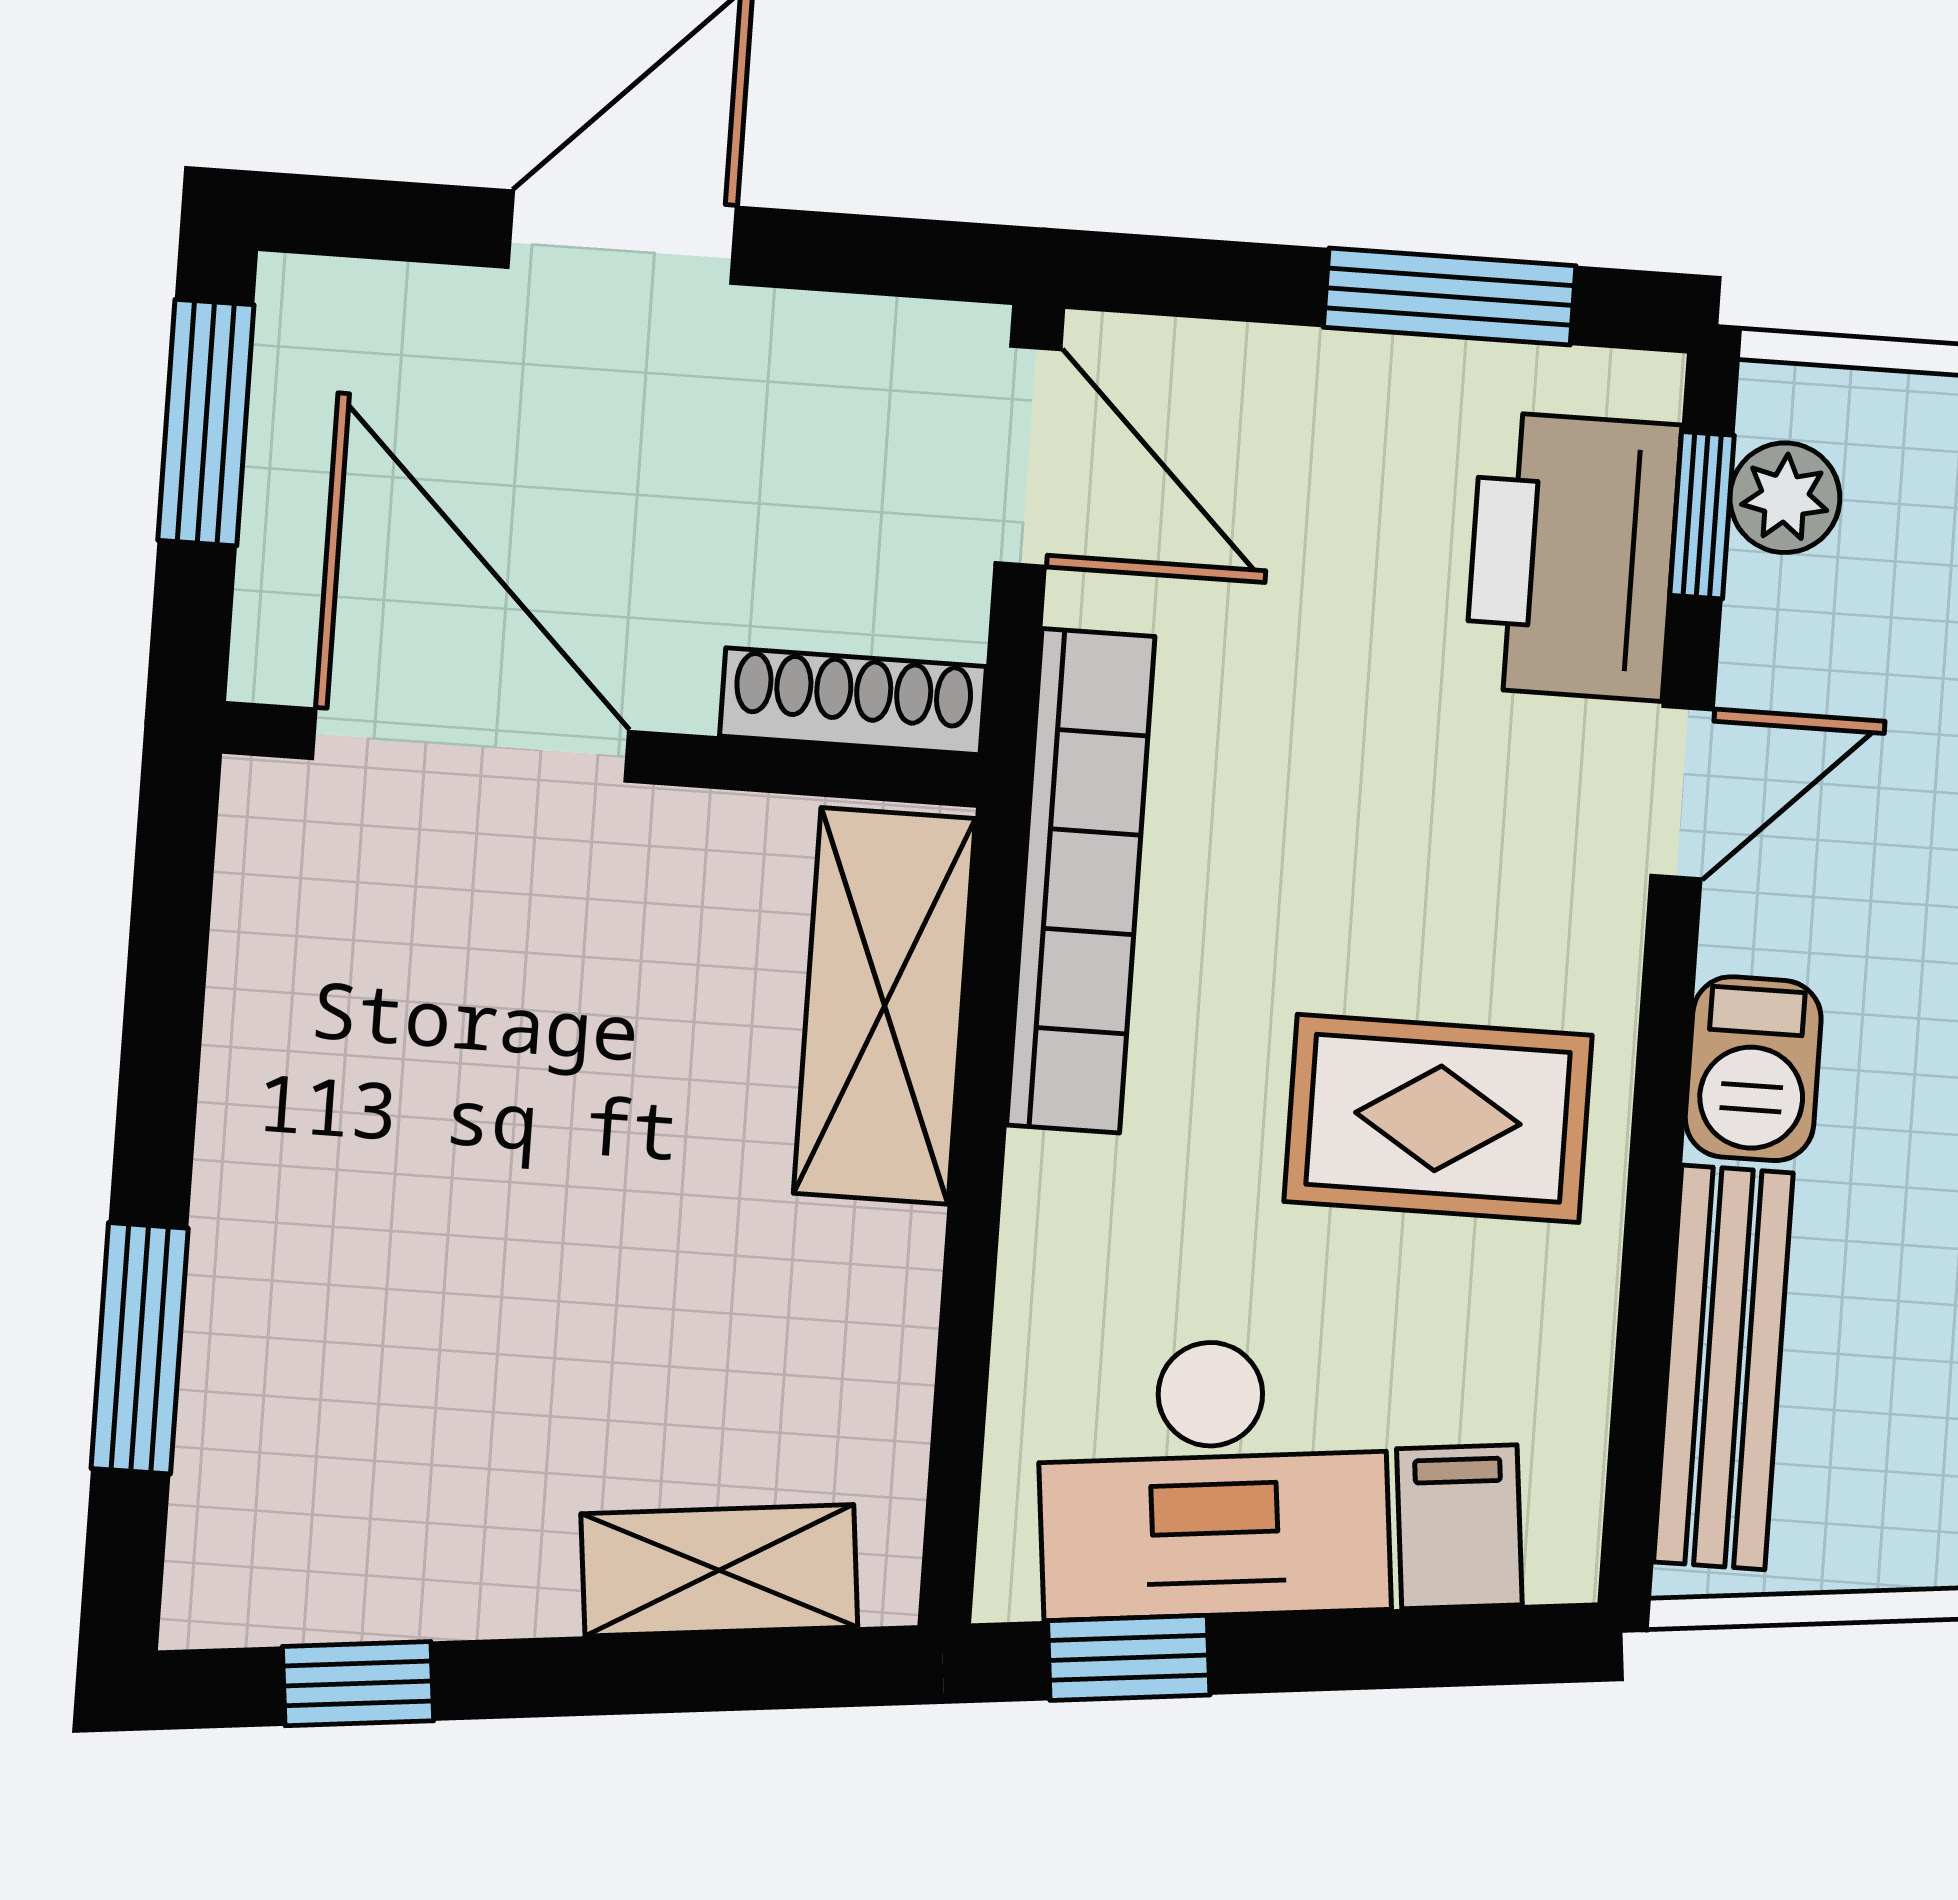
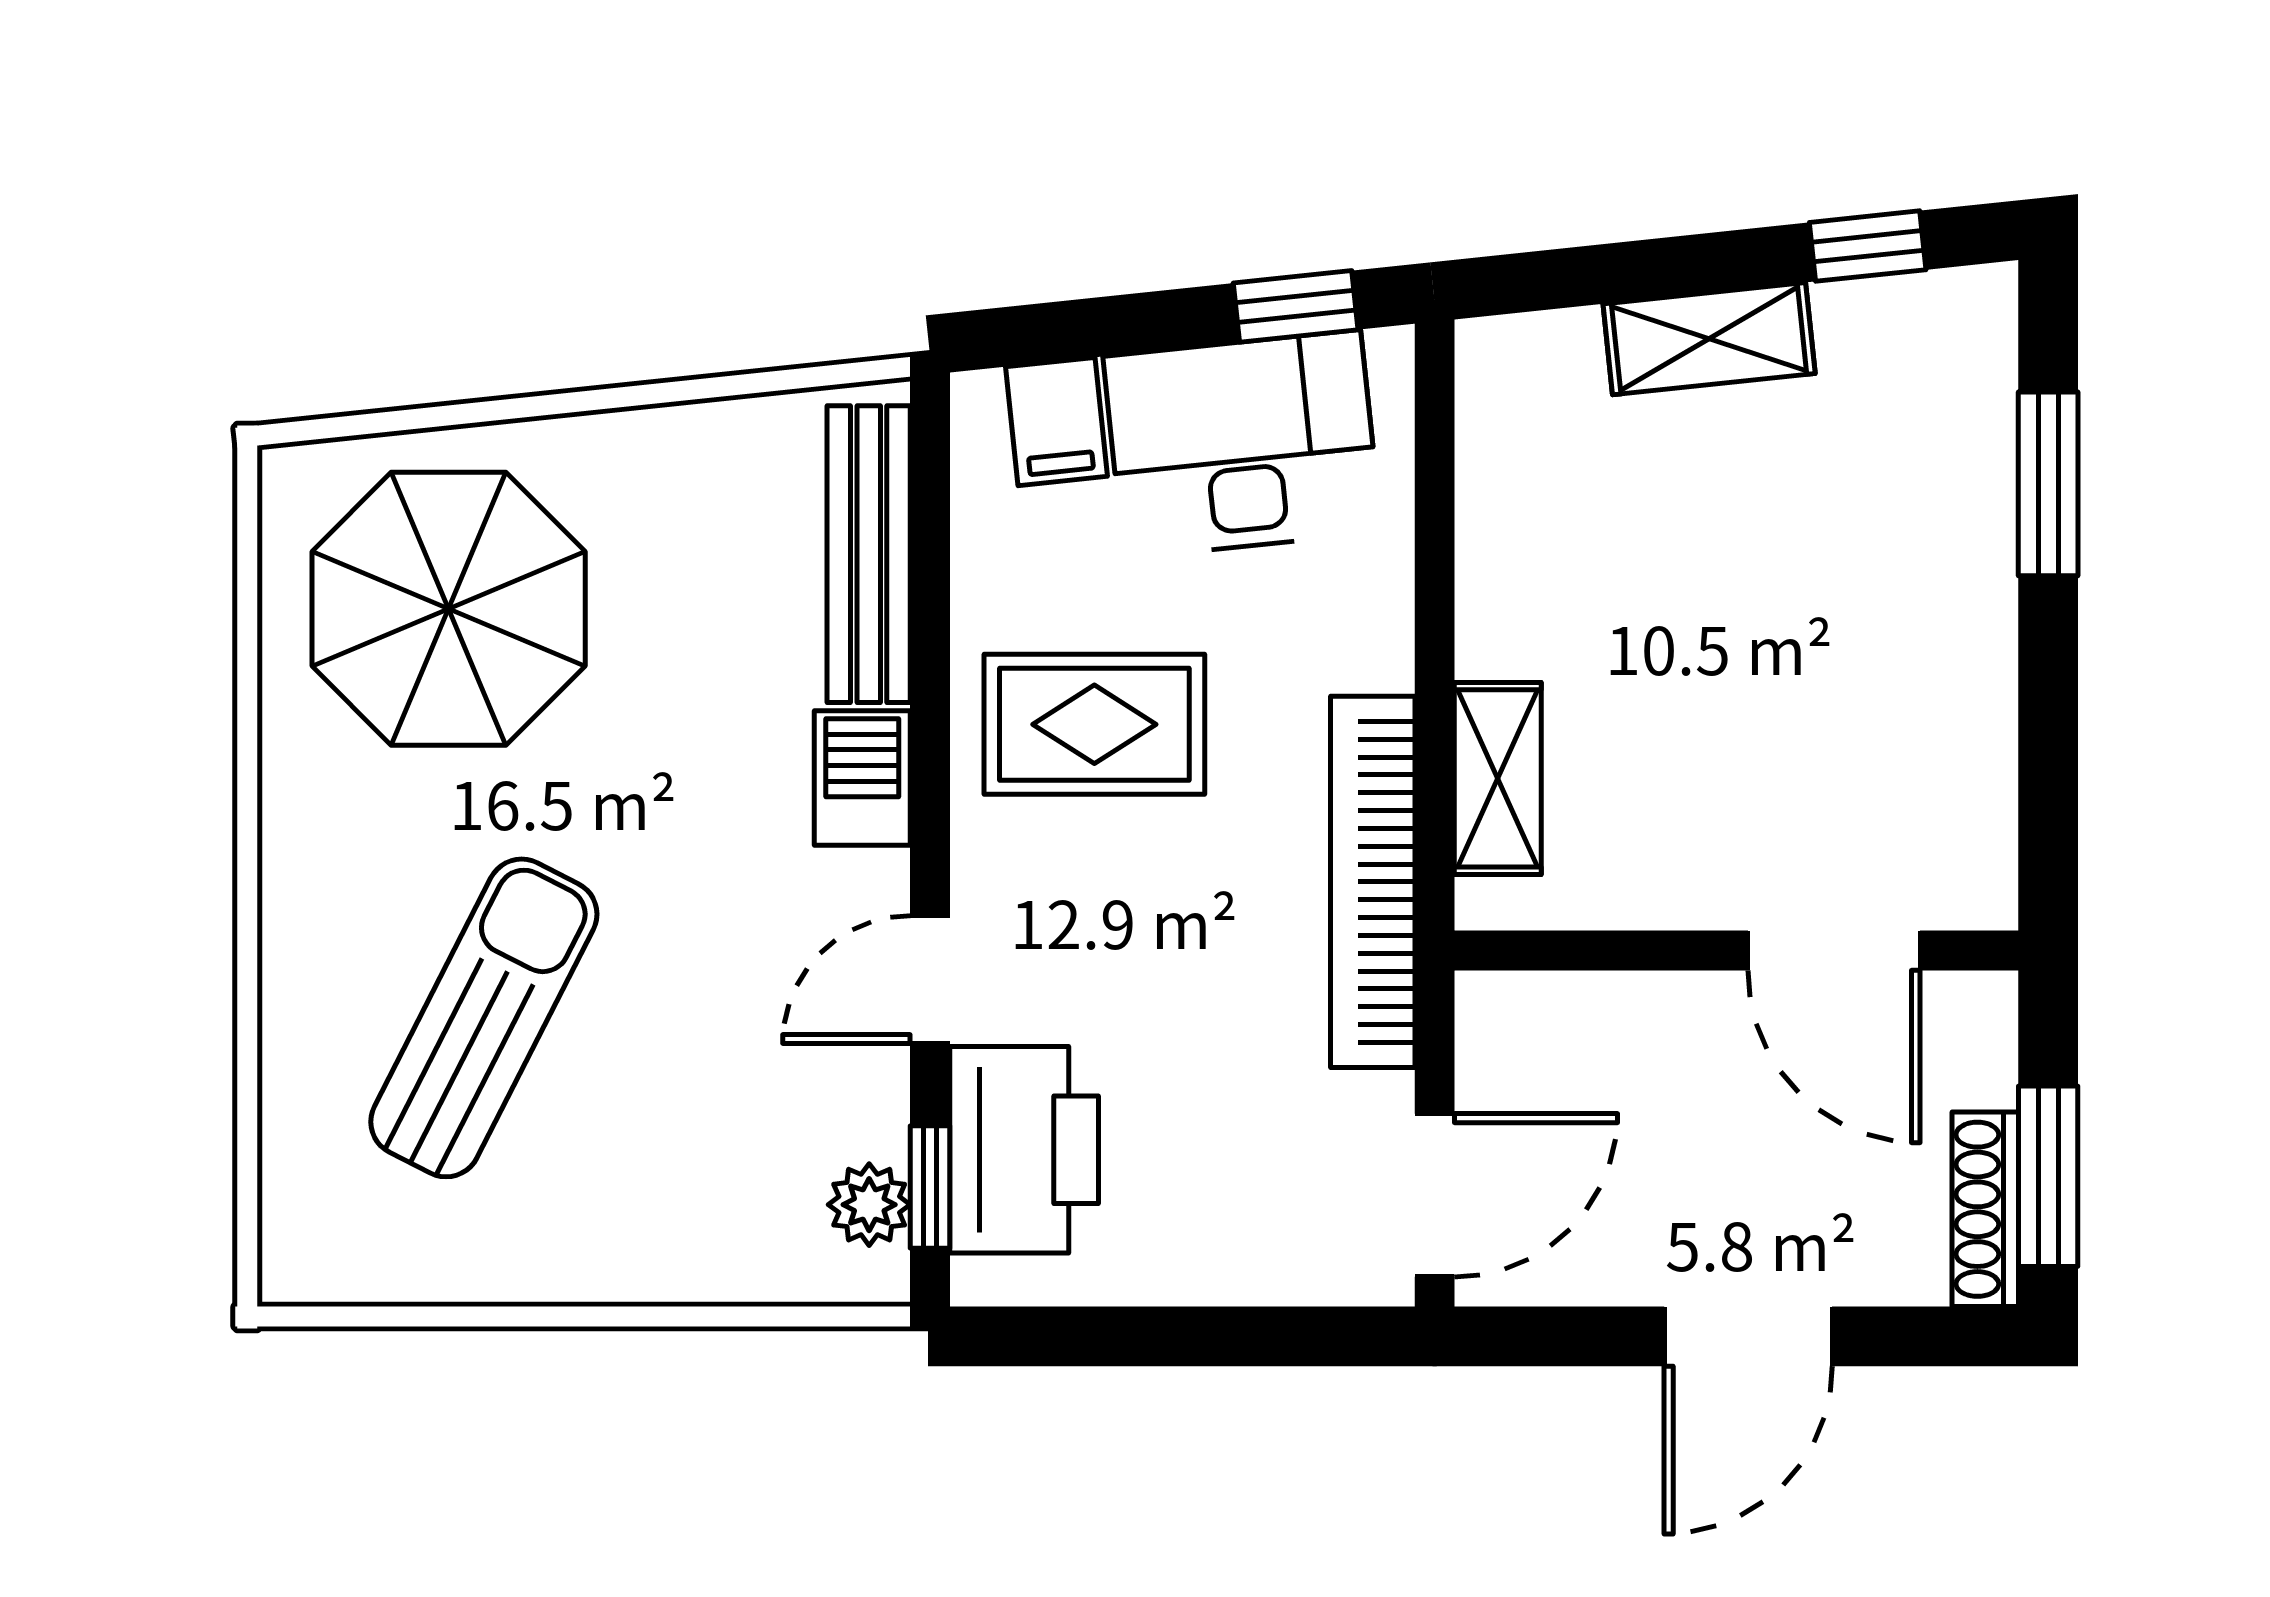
window: (1450, 297) -> (1129, 1336), removed
door: (1028, 456) -> (1435, 1195), swing flipped
shoe rack: (853, 701) -> (1985, 1209), moved, turned 90
door: (471, 745) -> (1834, 950), width x0.73
shelving: (884, 1006) -> (1498, 778), width x0.67, depth x0.75
shelving: (719, 1570) -> (1709, 339), moved

